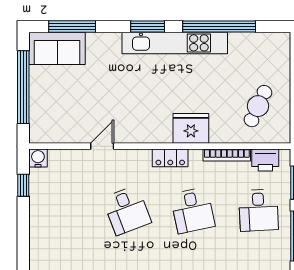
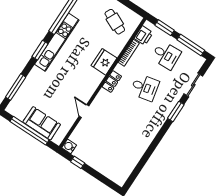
sofa: (57, 48) -> (42, 123), moved, turned -90
desk: (127, 210) -> (123, 120), removed

